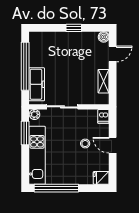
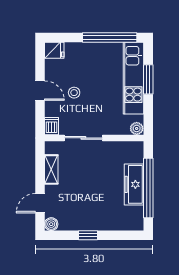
freezer: (37, 84) -> (134, 184), moved
sliding door: (62, 107) -> (83, 138), moved
window: (25, 133) -> (148, 79), moved

